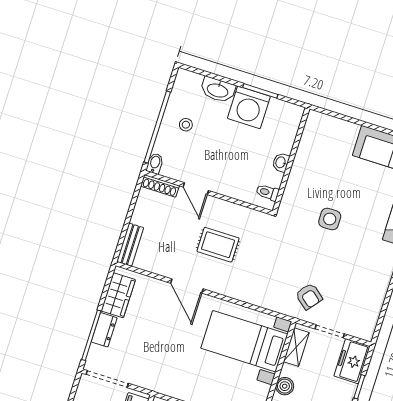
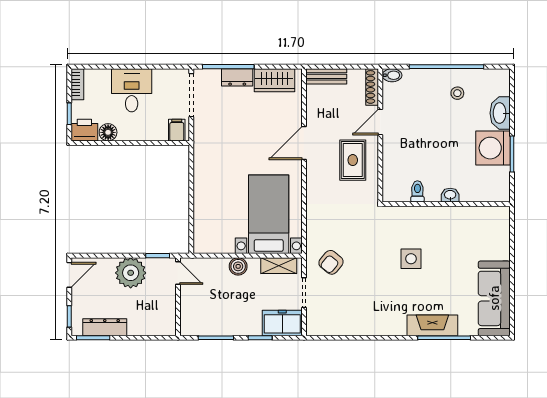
bidet: (155, 163) -> (392, 75), moved
shoe rack: (160, 186) -> (372, 87), moved
door: (196, 189) -> (380, 122), moved
wall: (209, 193) -> (380, 135), moved

